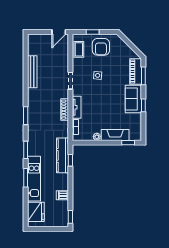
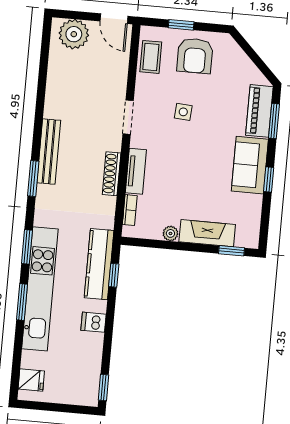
door: (59, 32) -> (114, 19), hinge flipped
plant: (39, 42) -> (74, 34), added
bench: (32, 72) -> (49, 152), moved
kitchen unit: (34, 179) -> (40, 289), width x1.36
dishwasher: (62, 195) -> (93, 322), moved
fridge: (36, 212) -> (31, 380), width x0.53, depth x0.75

